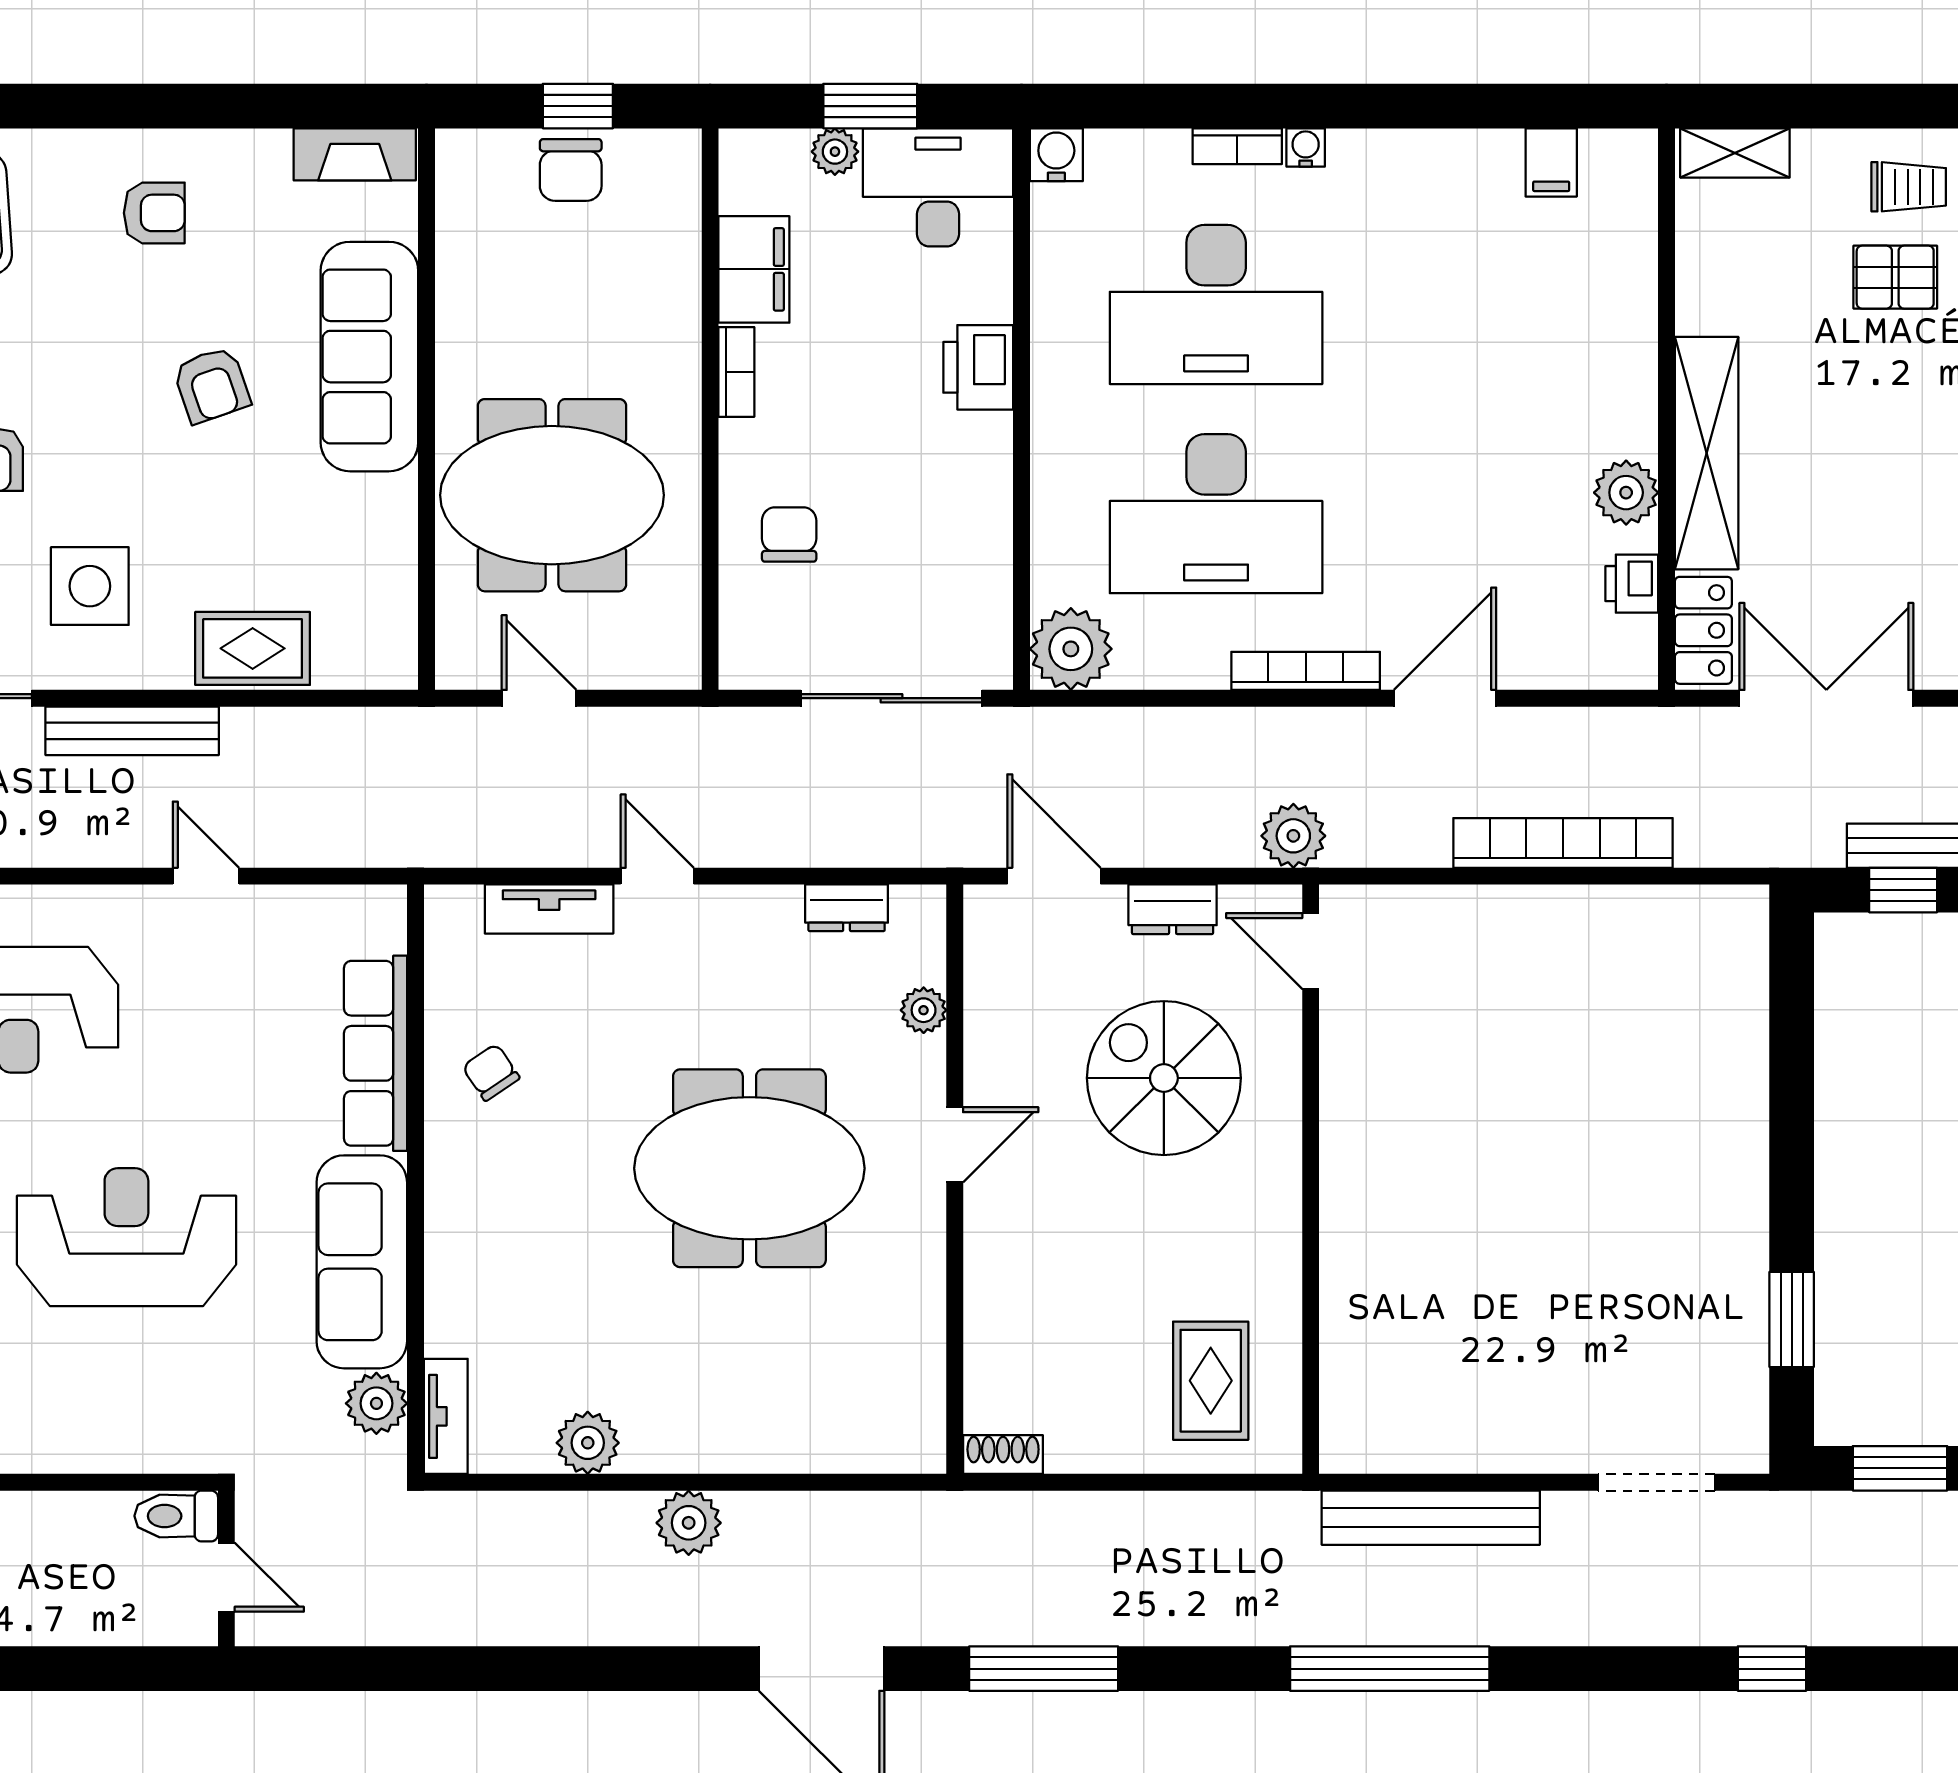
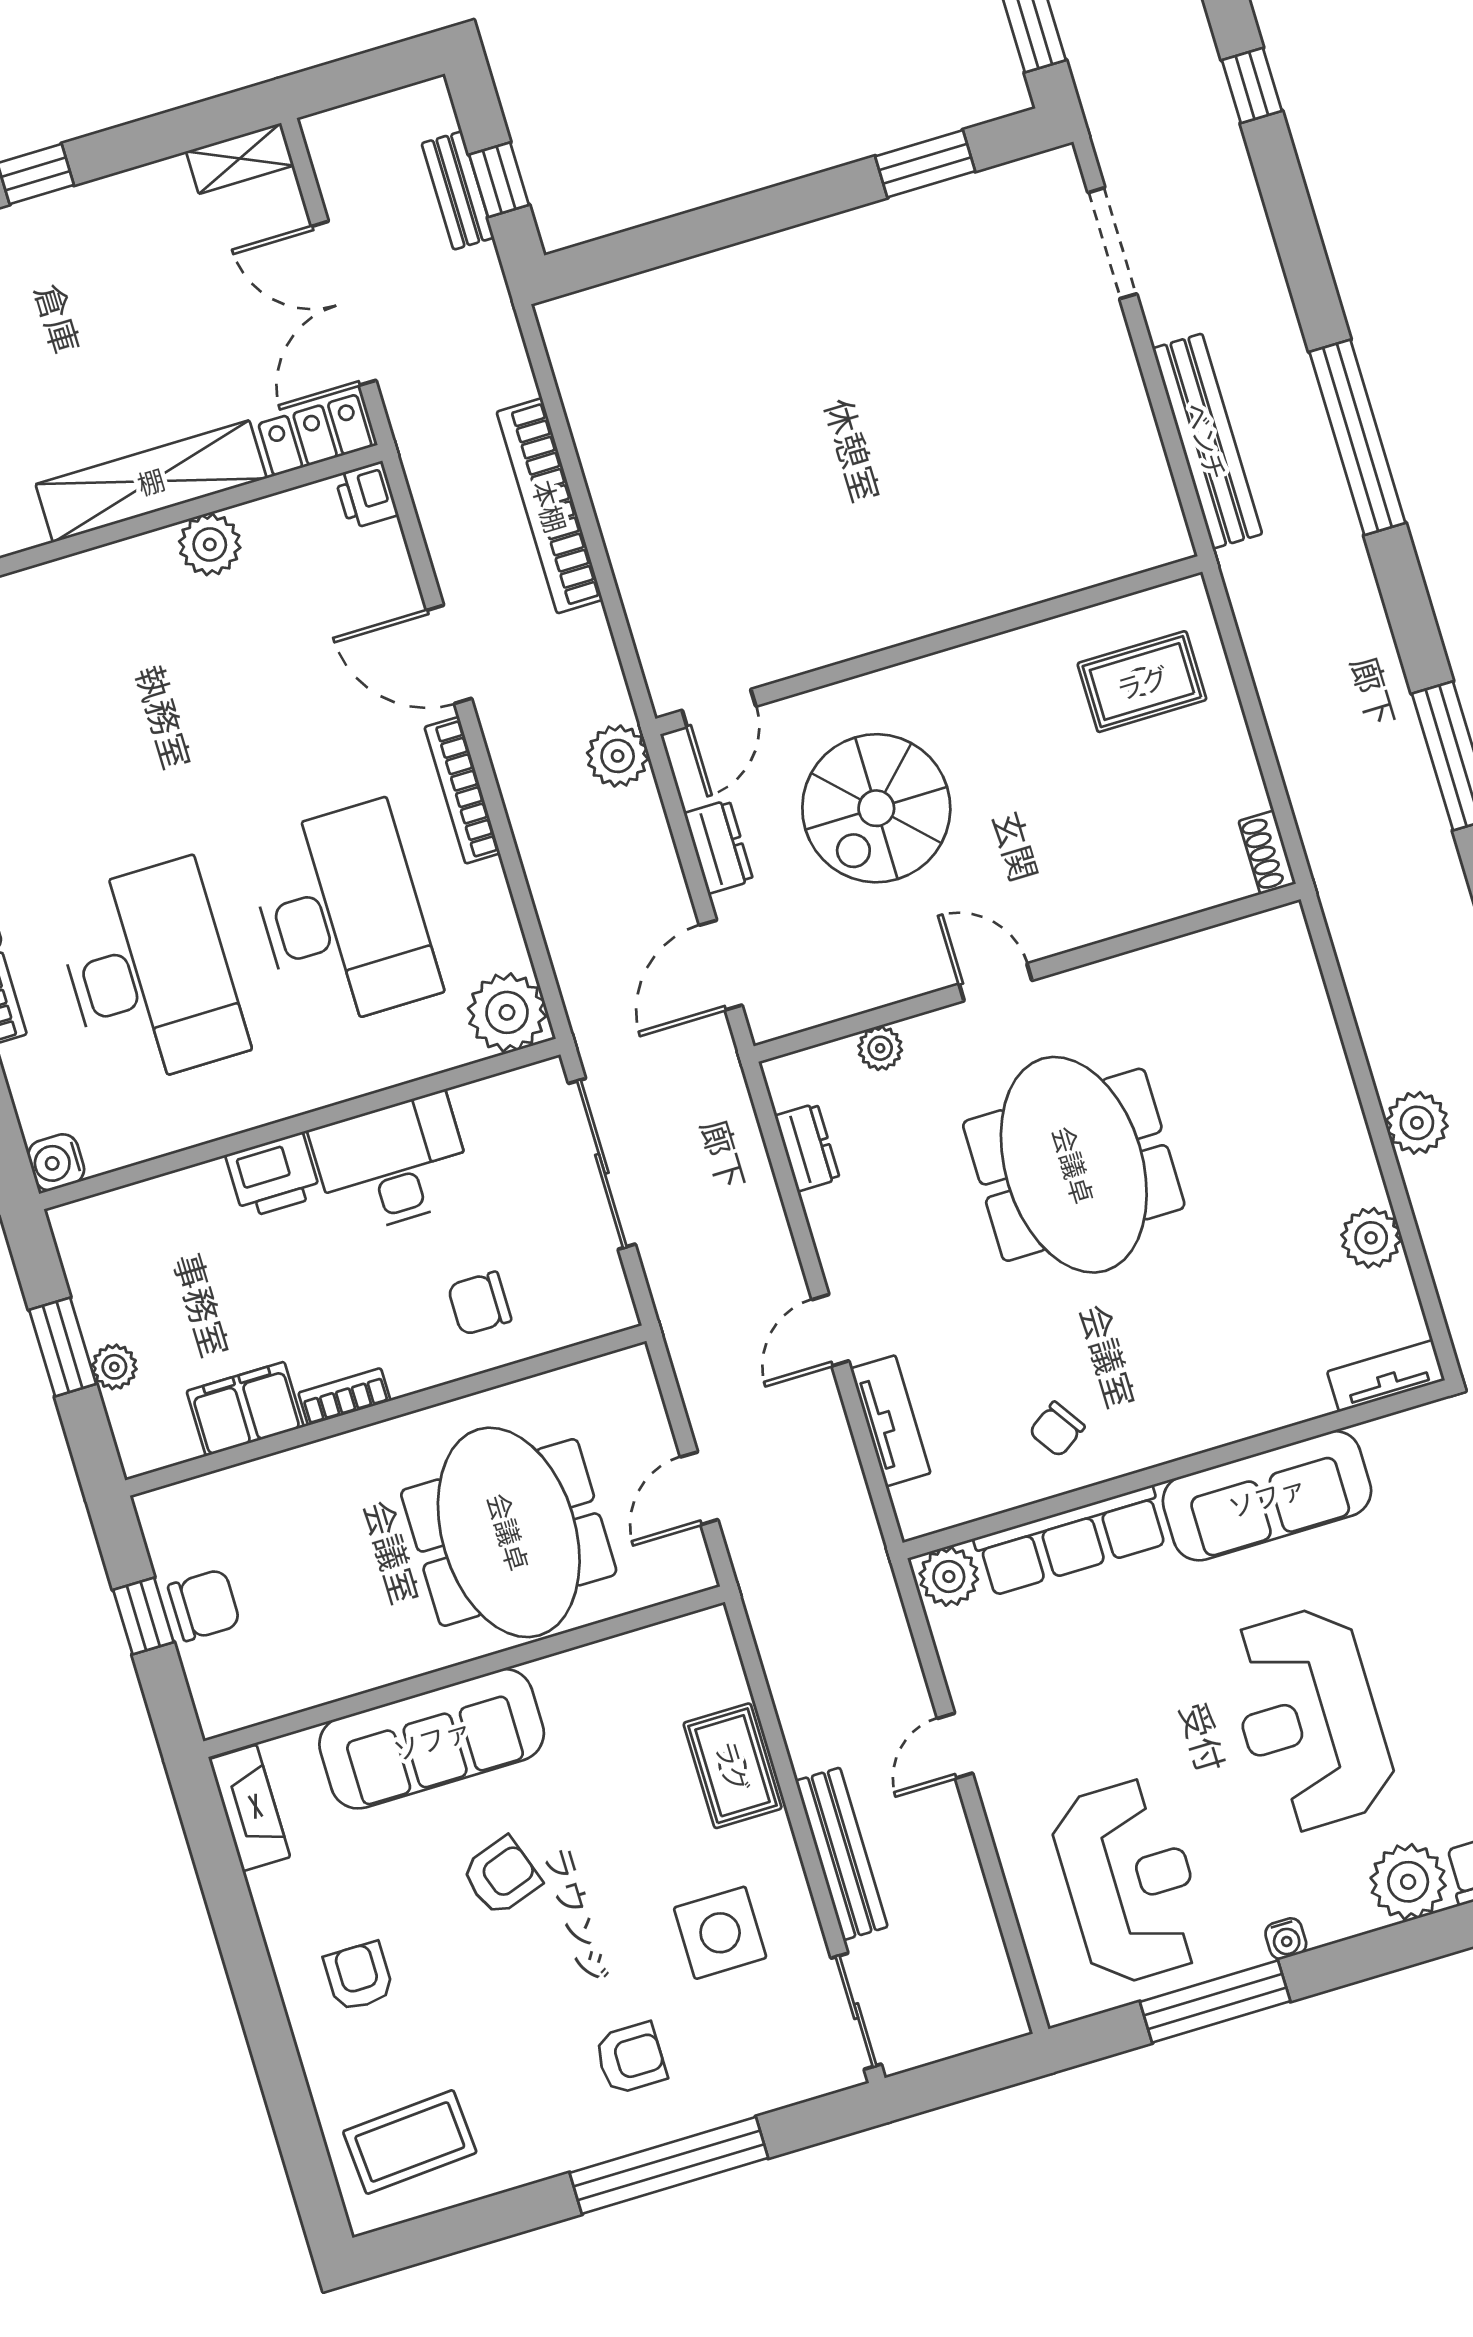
desk: (938, 187) -> (392, 1164), moved, turned 90
printer: (1632, 584) -> (366, 495), moved, turned 90
plant: (376, 1403) -> (949, 1576), moved

